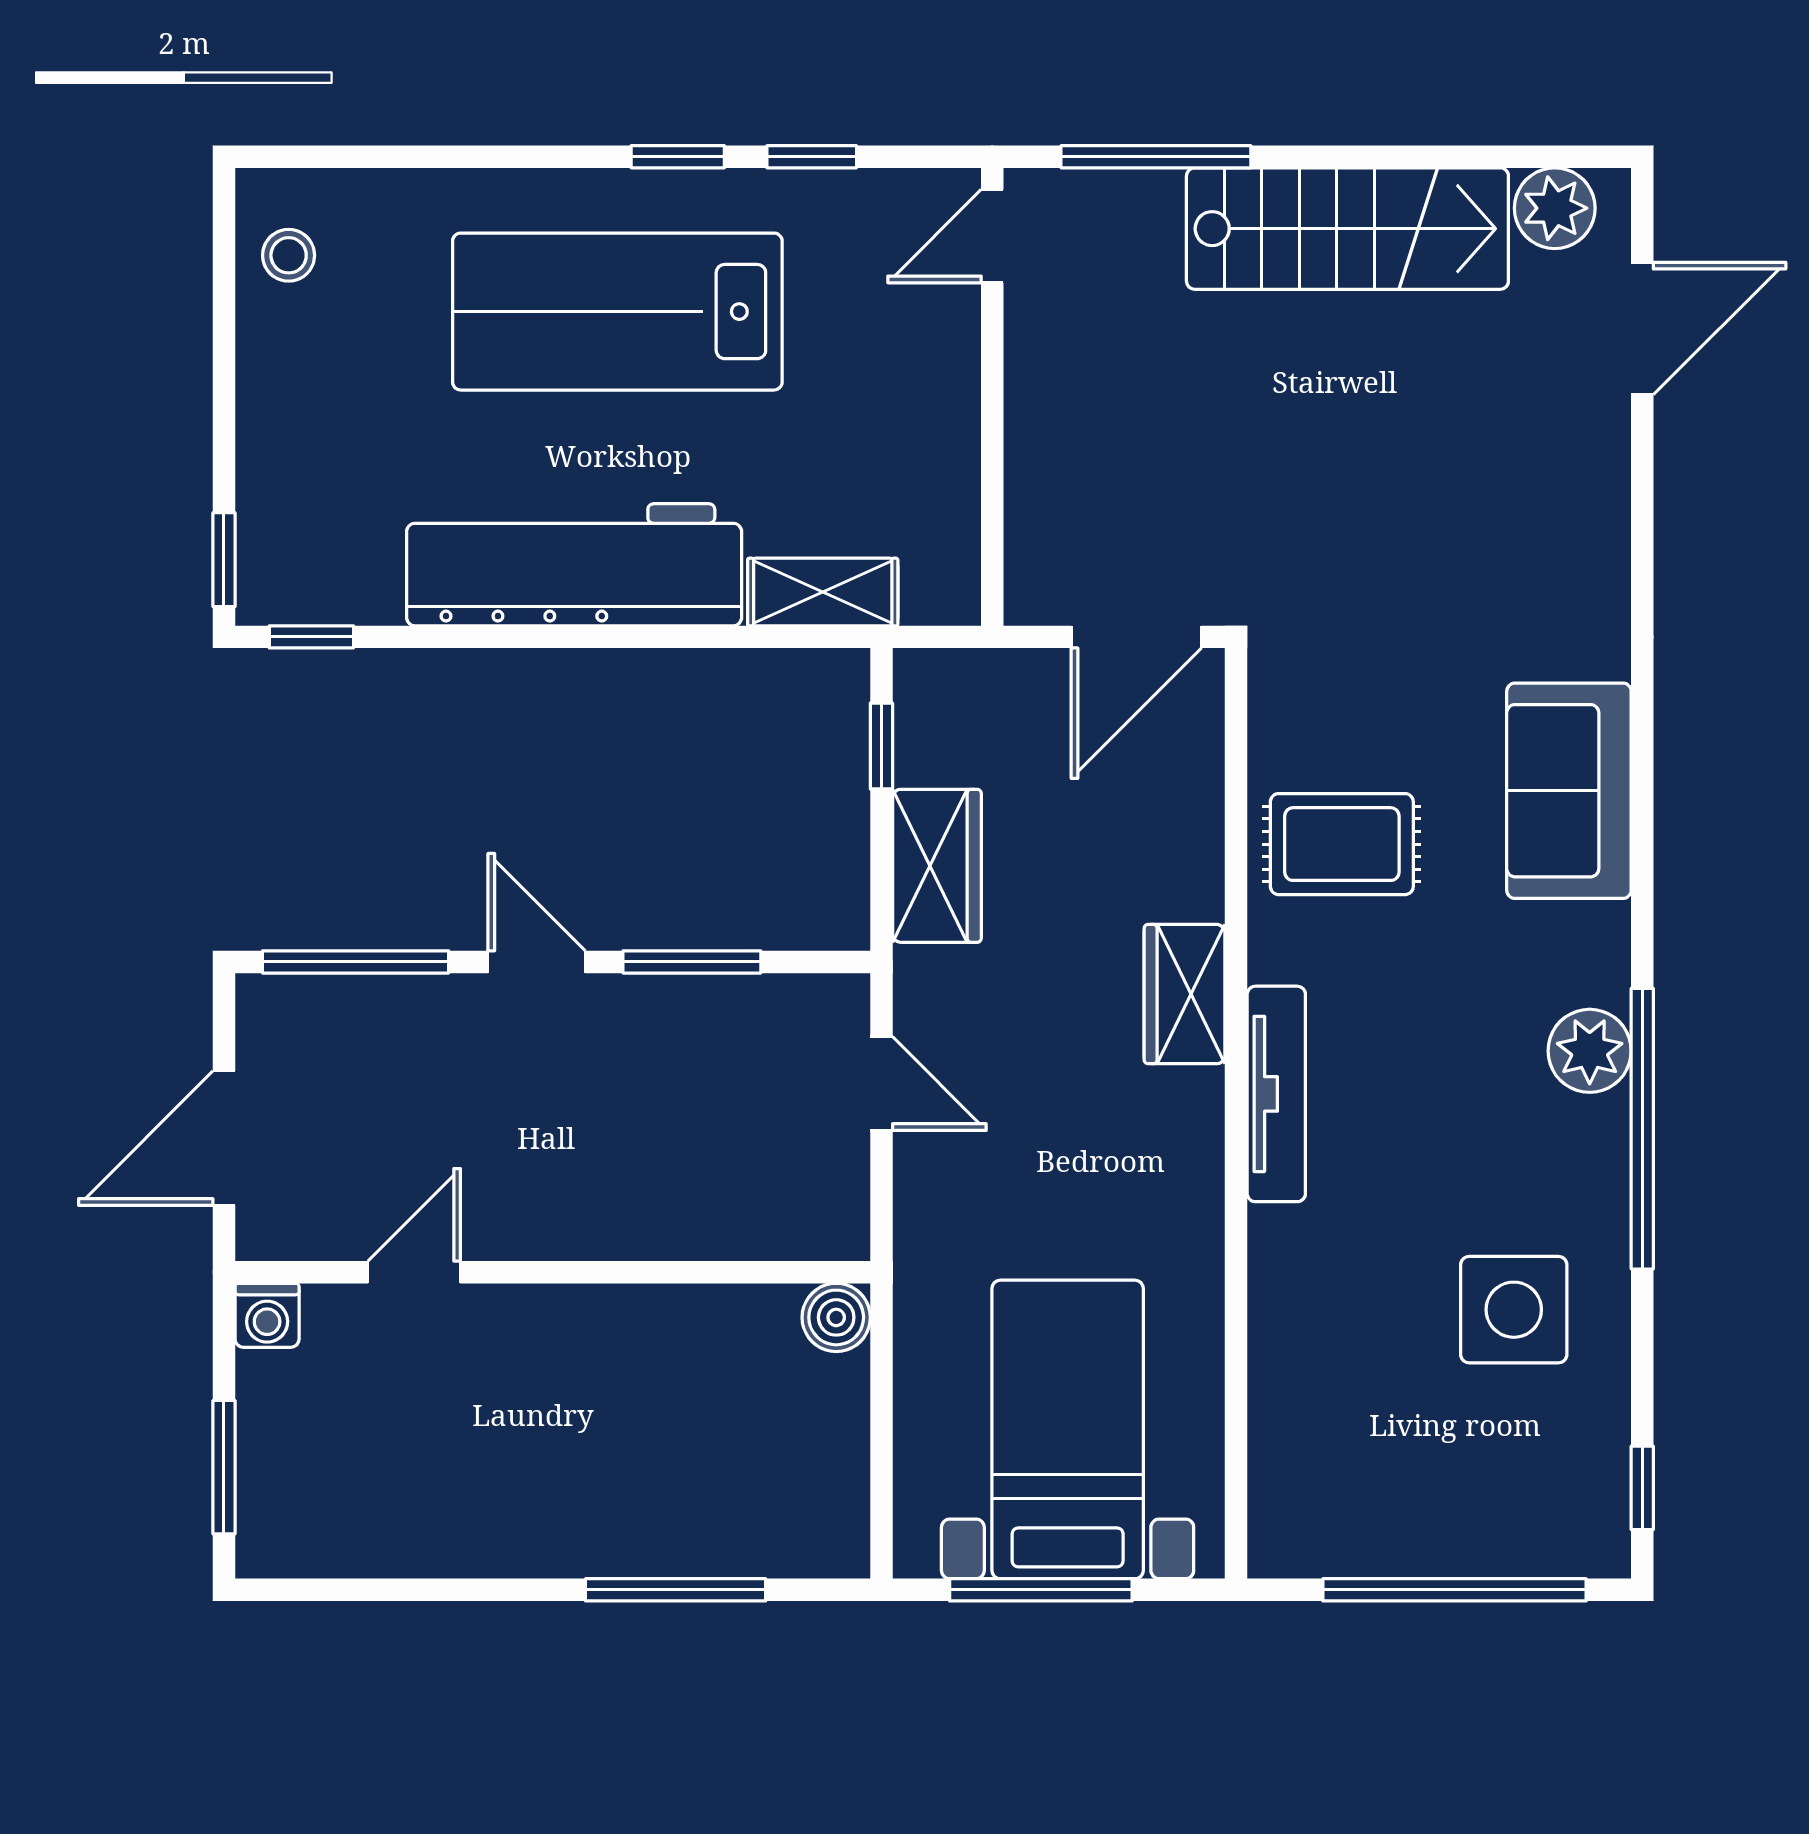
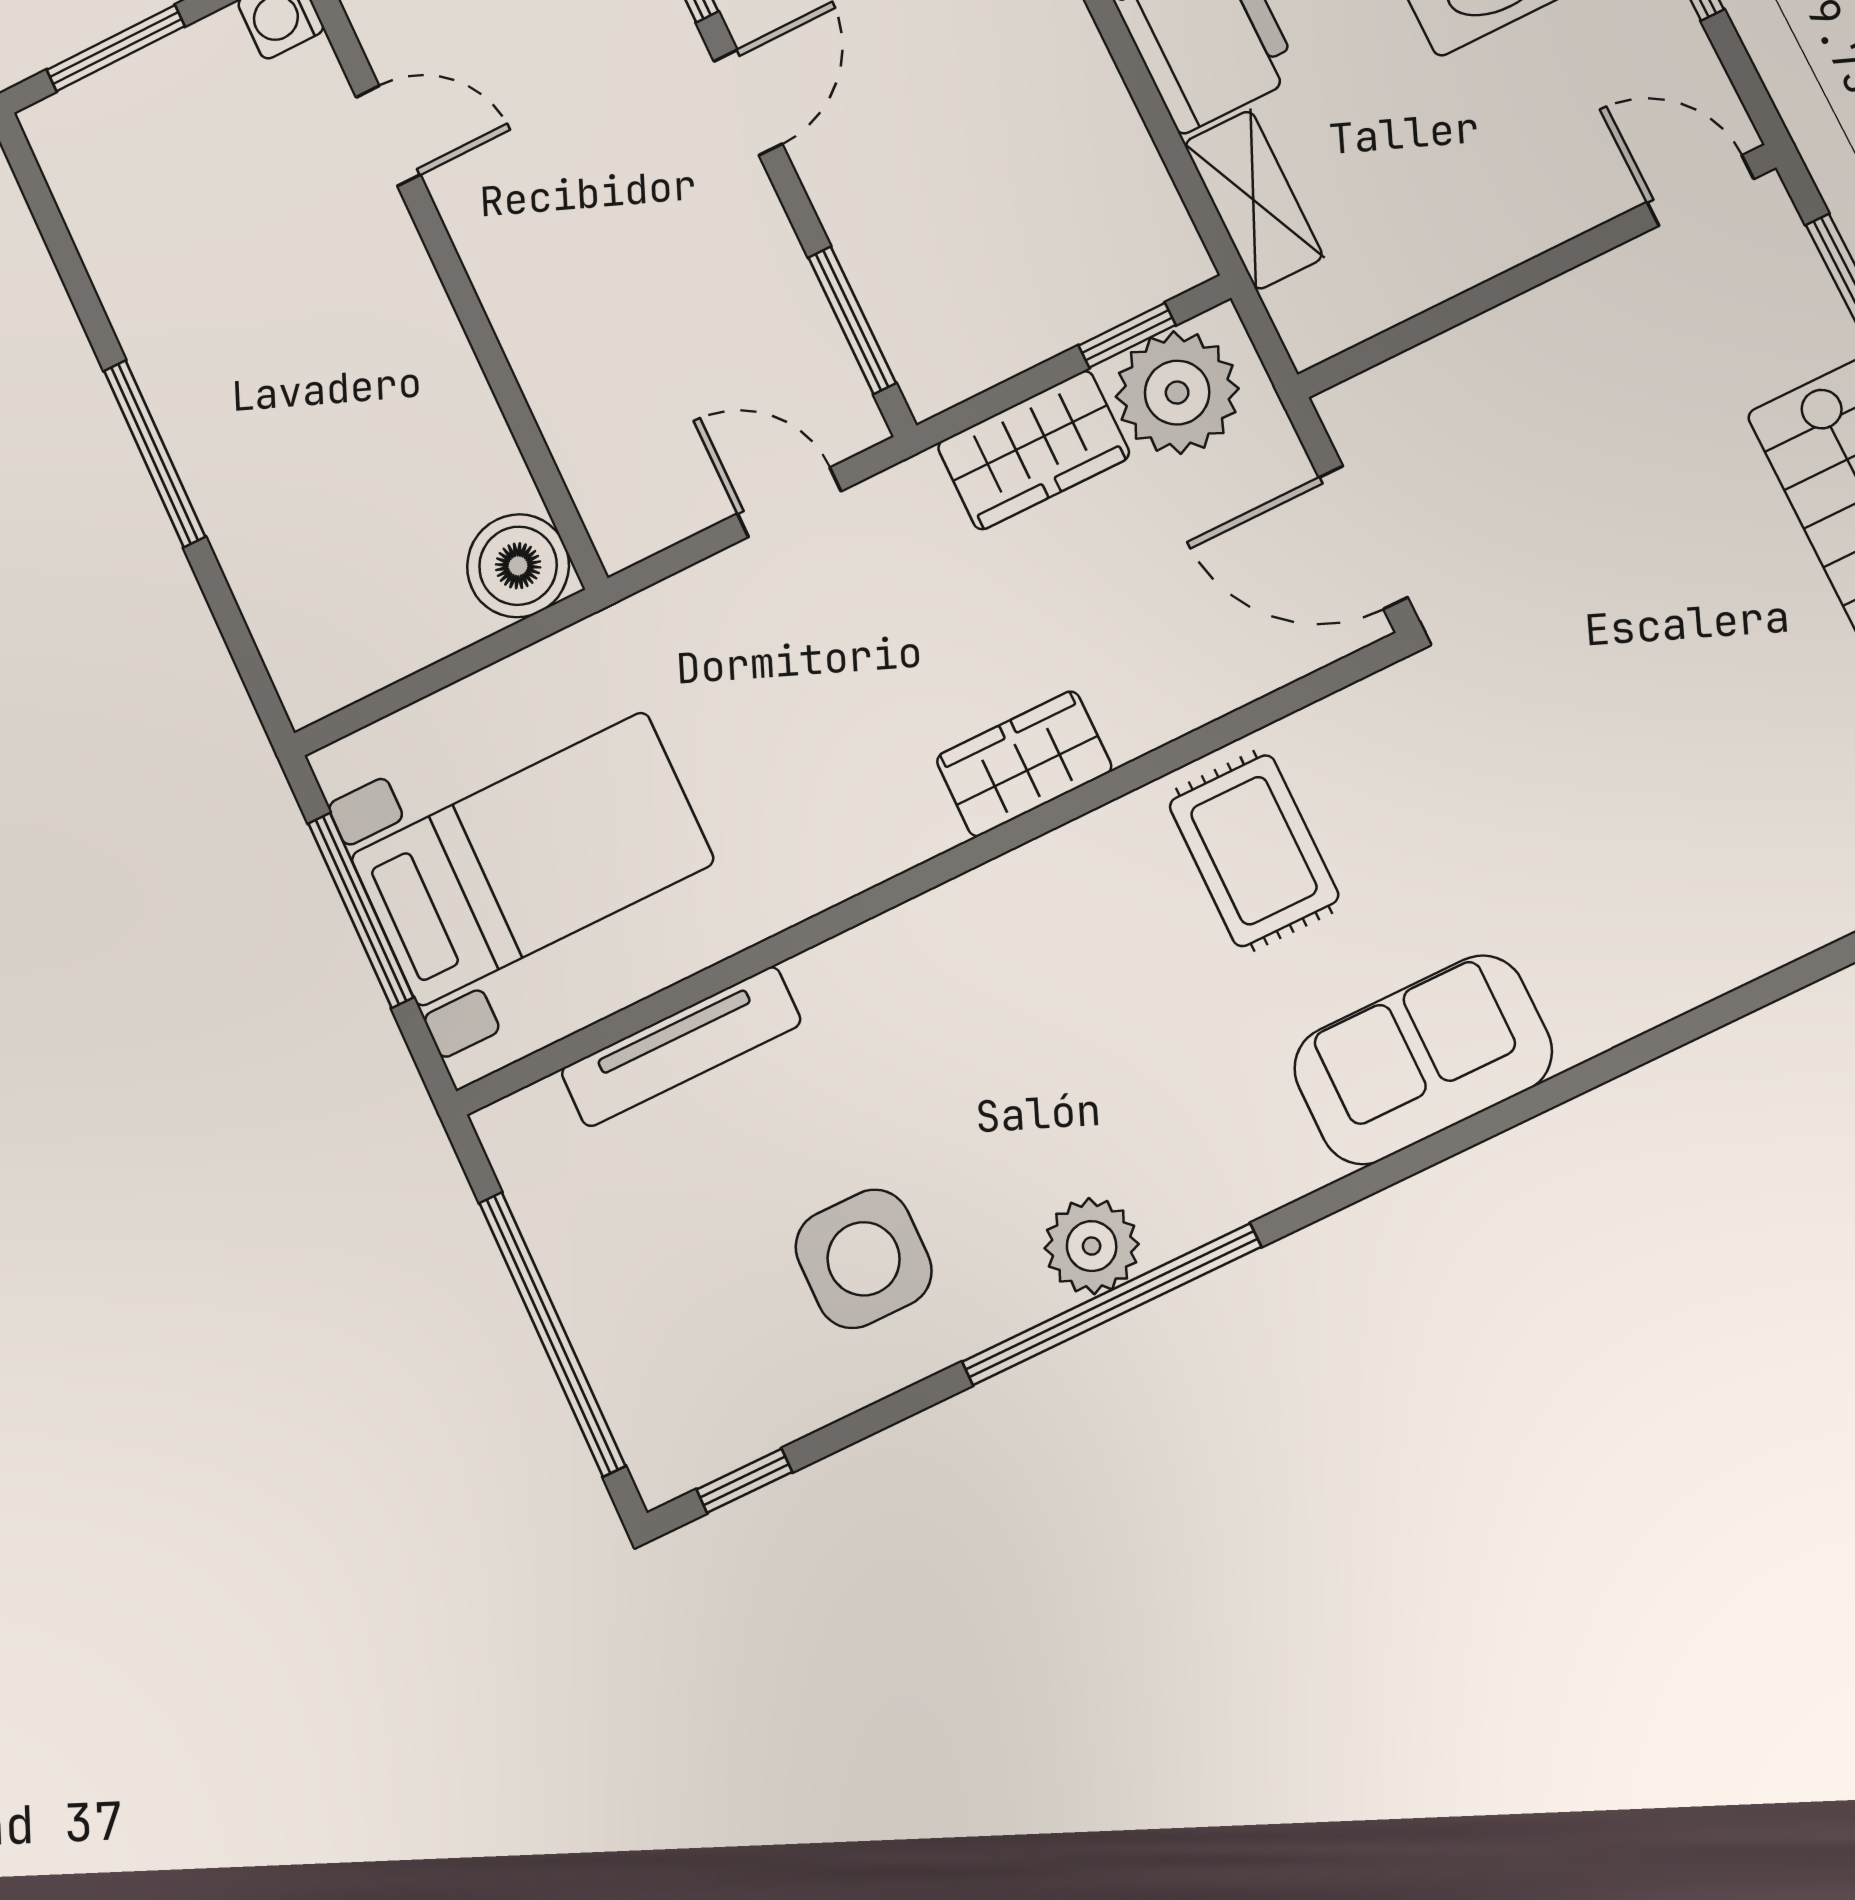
plant: (948, 728) -> (1177, 393), added
window: (692, 962) -> (852, 320), moved
plant: (1590, 1051) -> (1092, 1246), moved
door: (881, 1084) -> (789, 502), swing flipped
tv unit: (1276, 1094) -> (681, 1047), moved
boiler: (836, 1317) -> (518, 566), width x1.36, depth x1.36
window: (676, 1590) -> (155, 454), moved

